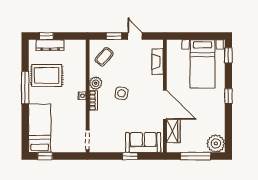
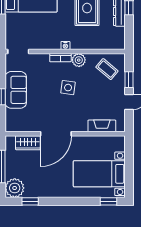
window: (228, 96) -> (30, 201), moved
sofa: (143, 142) -> (16, 90), moved

